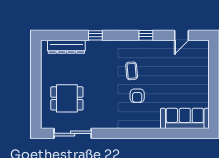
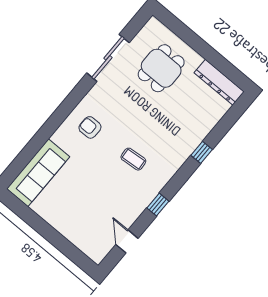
dresser: (66, 47) -> (219, 82), moved, turned -90
armchair: (137, 96) -> (90, 127), moved
sliding door: (73, 133) -> (108, 58), moved

